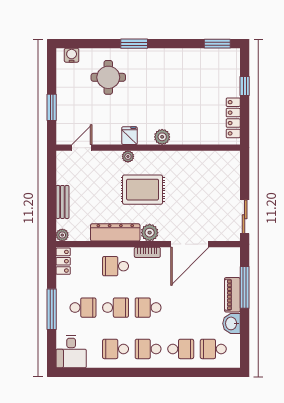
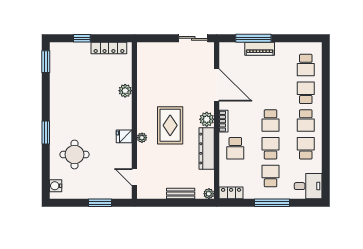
plant: (162, 137) -> (125, 91), moved
washbasin: (232, 323) -> (284, 50), removed
school desk: (116, 349) -> (306, 148), turned 180

